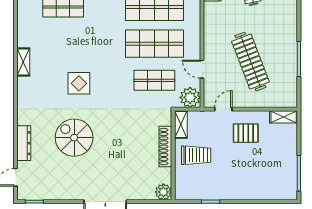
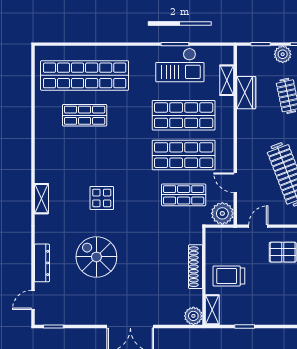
shelving: (23, 62) -> (41, 199), moved
shelving: (181, 125) -> (212, 310), moved
trolley: (196, 155) -> (229, 276), turned 180

